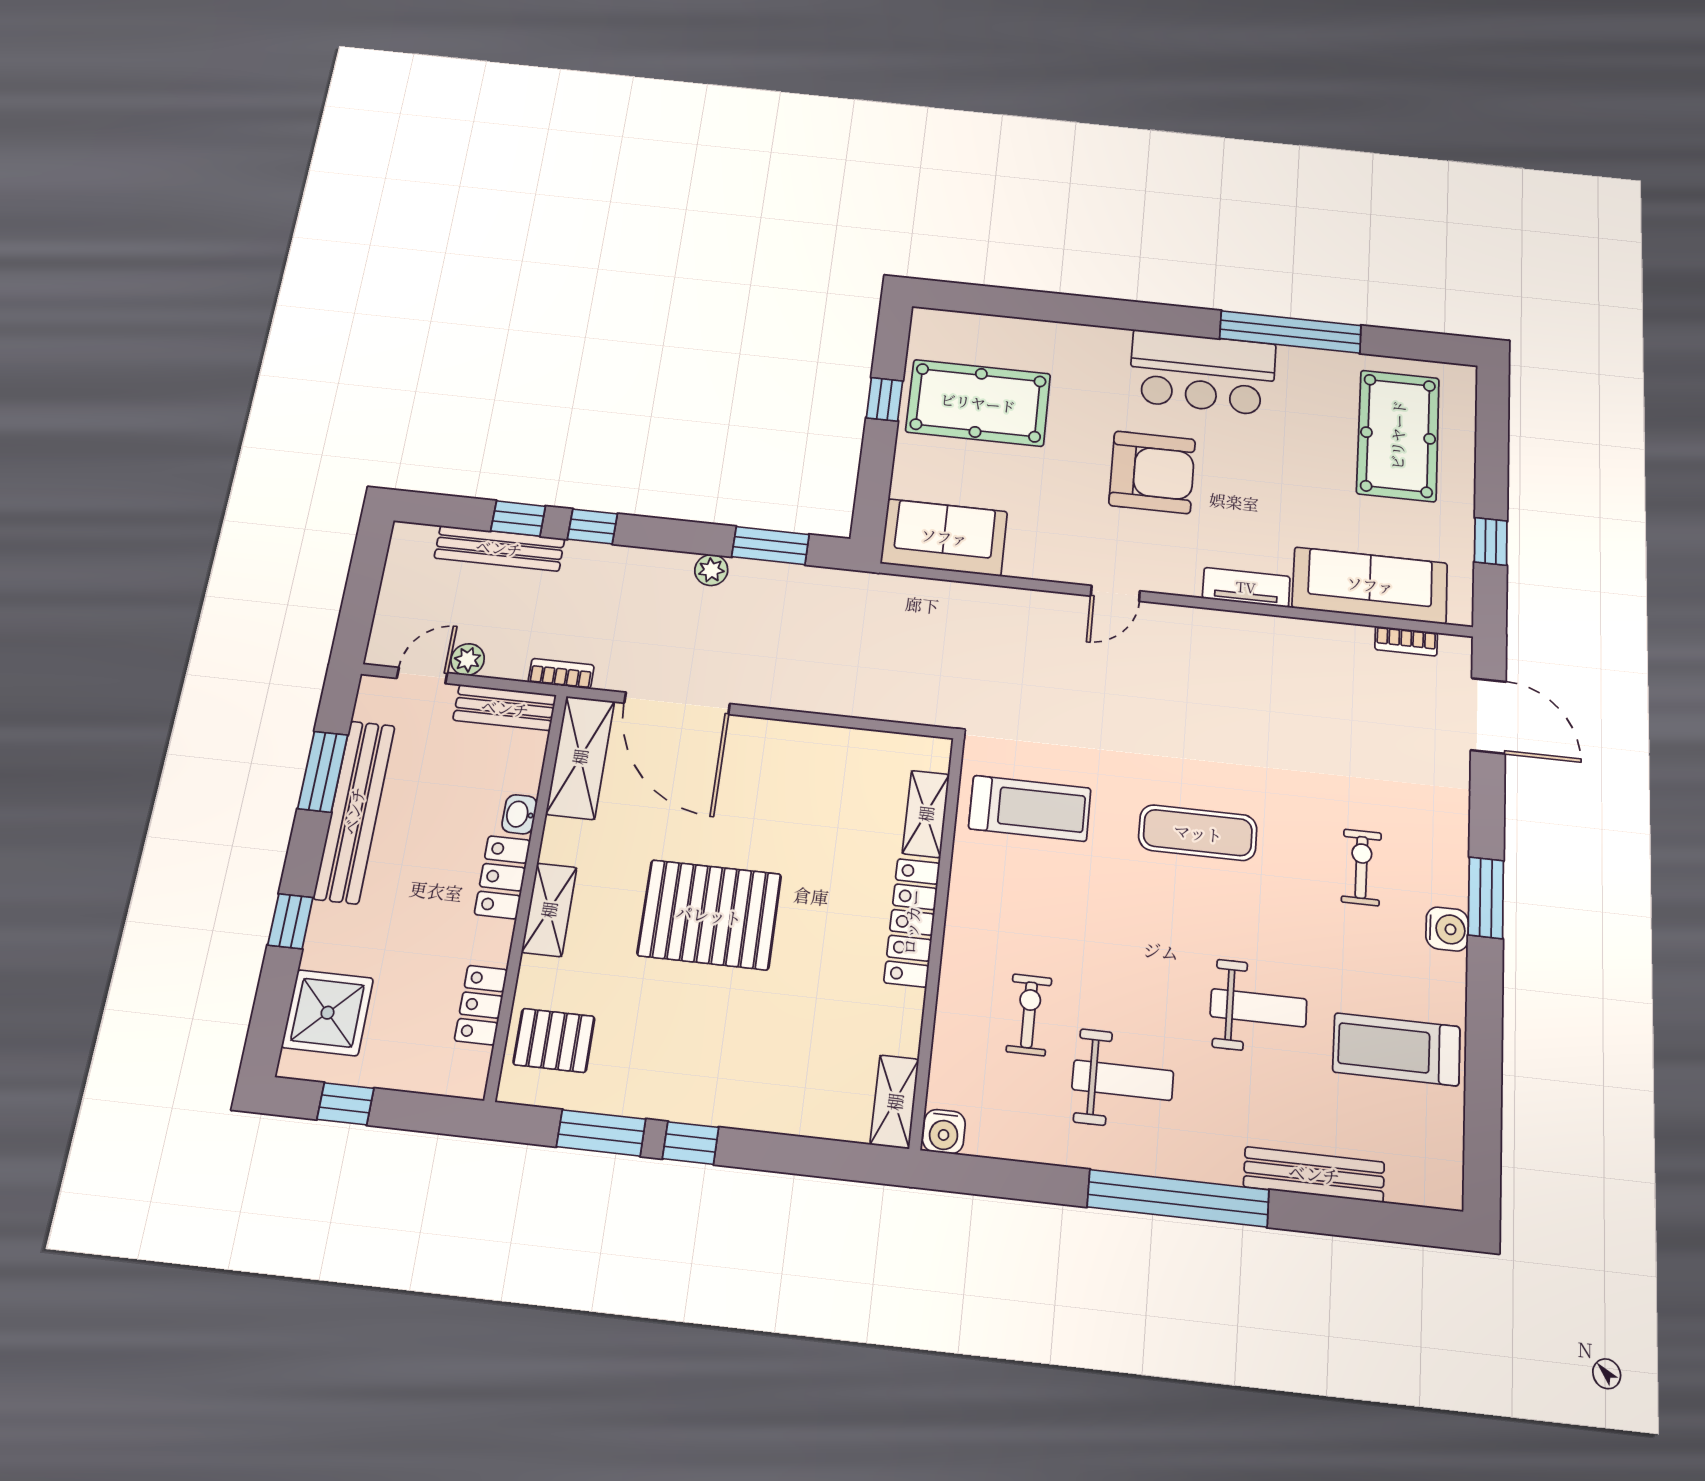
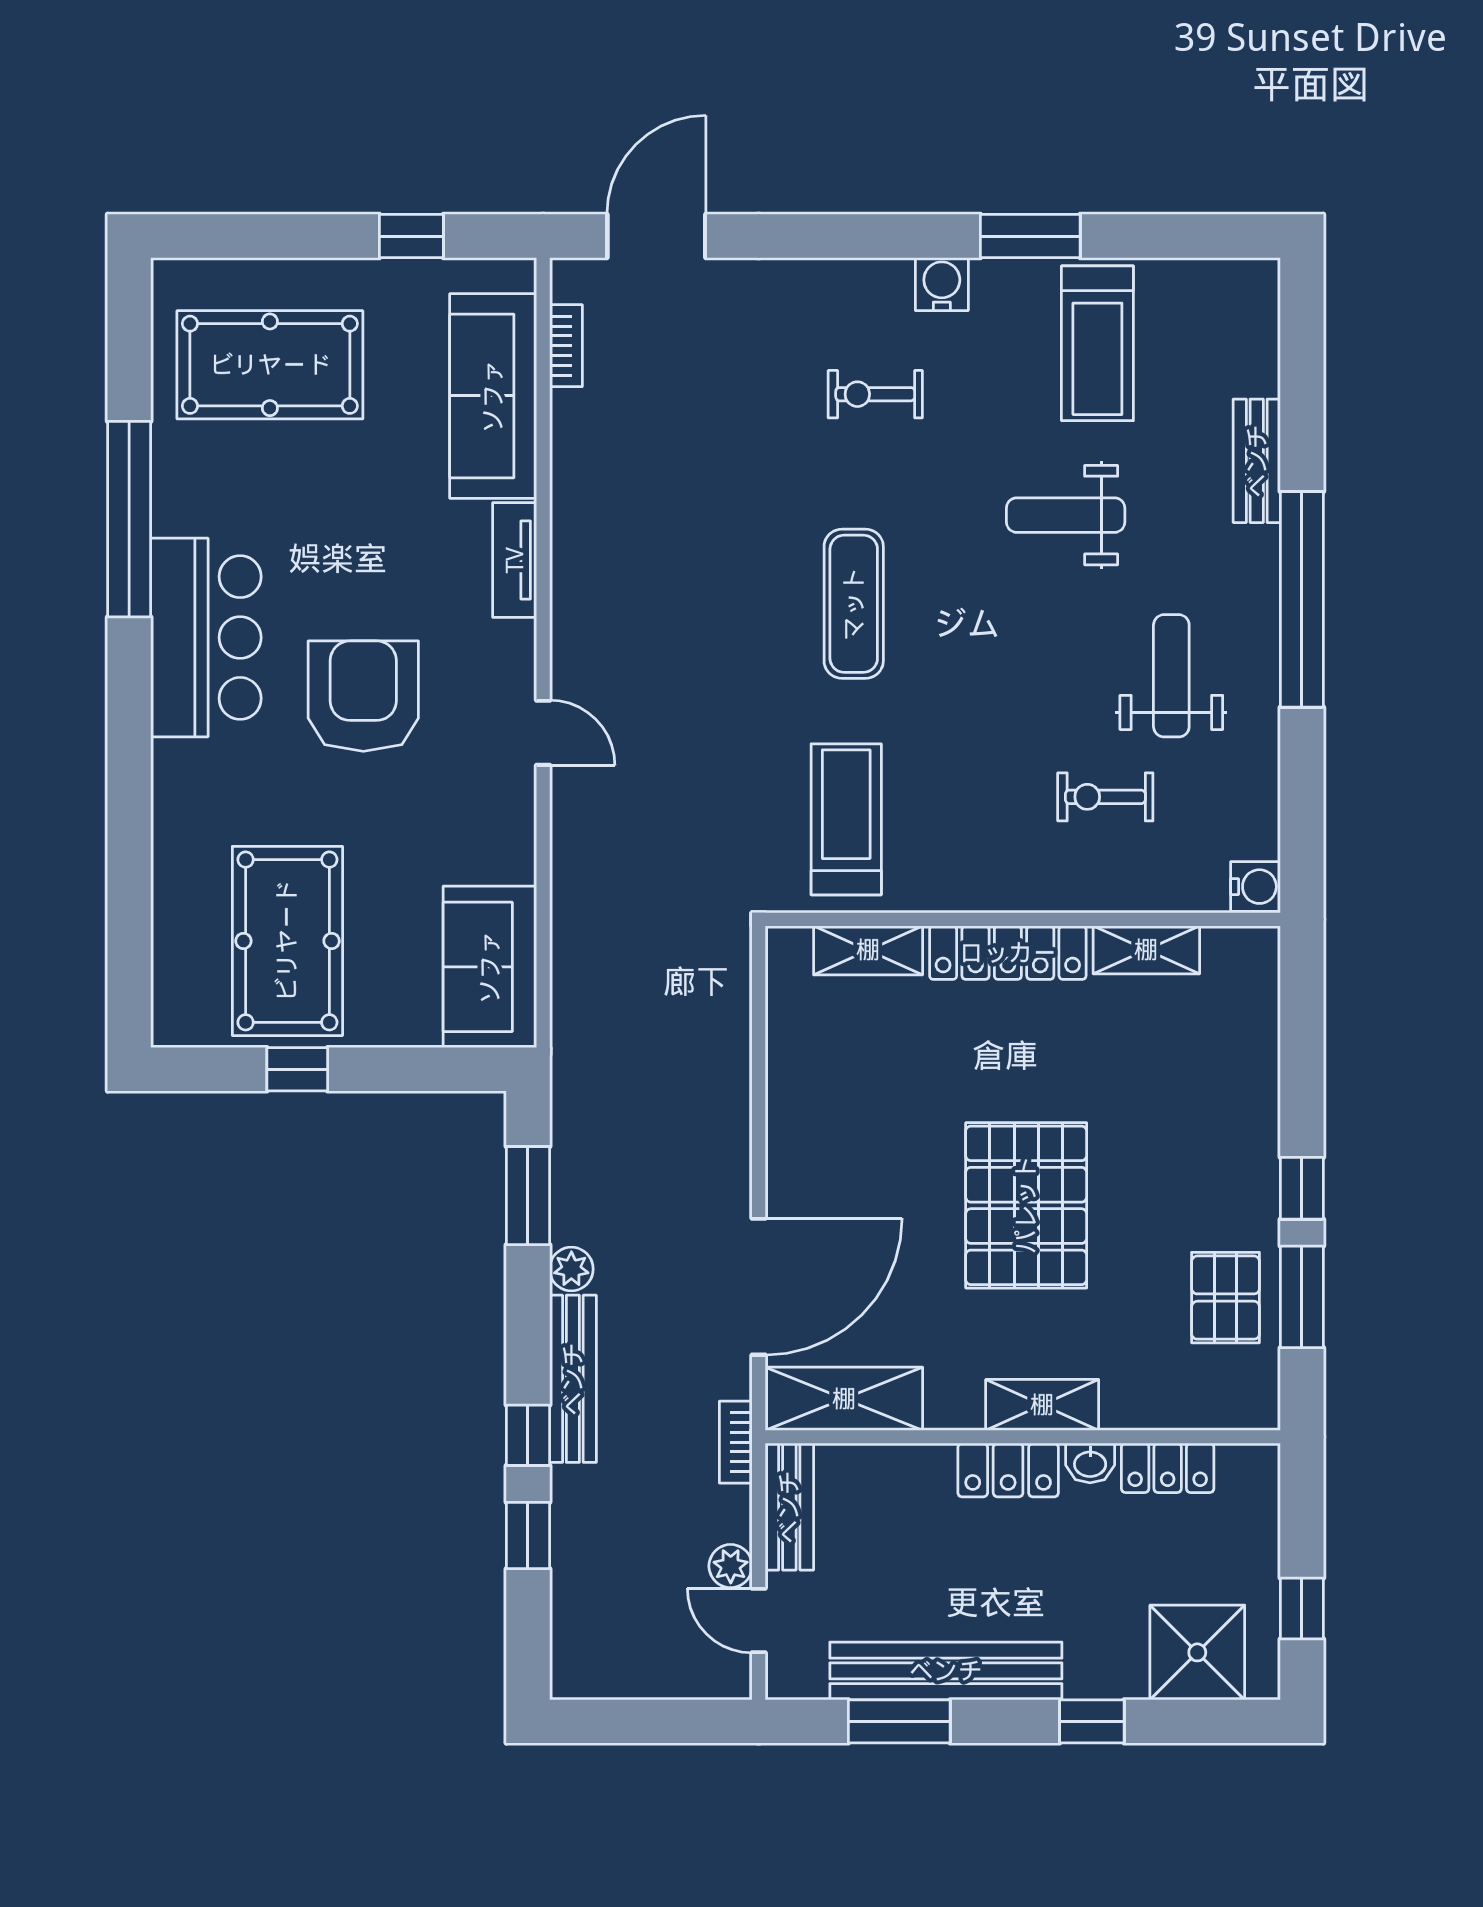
bench: (499, 548) -> (573, 1379), moved
washbasin: (519, 814) -> (1090, 1463), moved
window: (1486, 898) -> (1030, 236), moved
weight bench: (1259, 1008) -> (1066, 515), turned -90
pallet: (554, 1040) -> (1226, 1298), moved
shelving: (895, 1102) -> (1146, 950), moved
bench: (1314, 1174) -> (1257, 461), width x0.73

